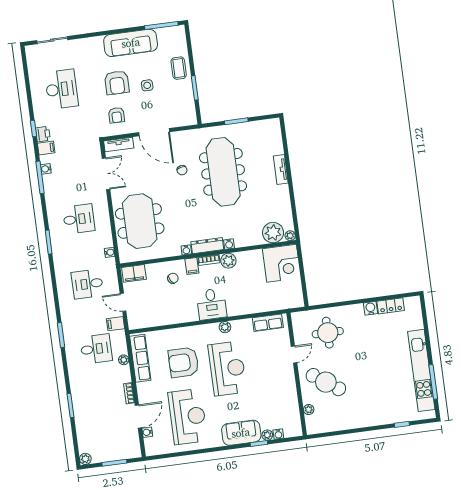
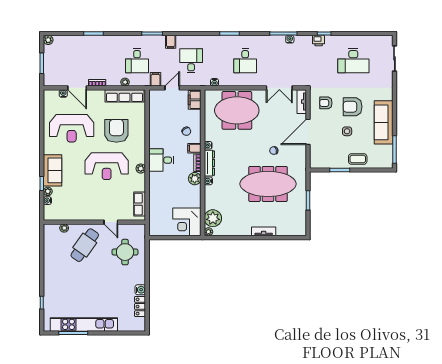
filing cabinet: (46, 148) -> (171, 42), moved

